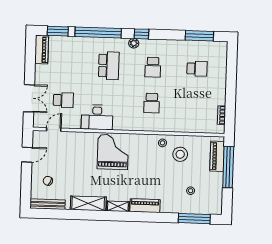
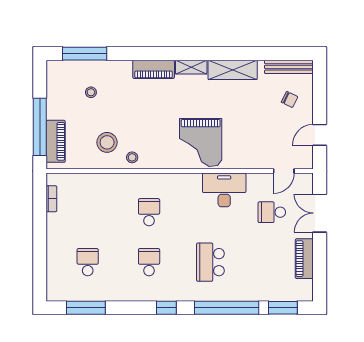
plant: (134, 43) -> (177, 294), removed
piano: (42, 50) -> (304, 259), moved
school desk: (197, 69) -> (88, 262), turned 90

